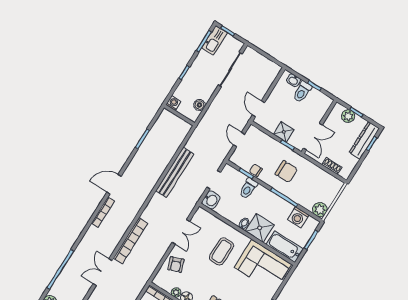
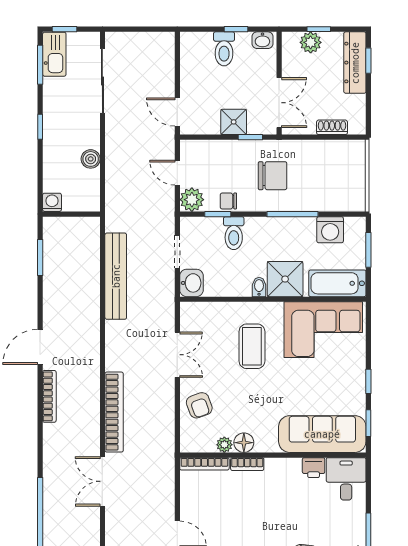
washbasin: (294, 80) -> (262, 40), moved
washing machine: (173, 103) -> (52, 202), moved
wall: (179, 115) -> (71, 214), moved
plant: (320, 210) -> (192, 200), moved

